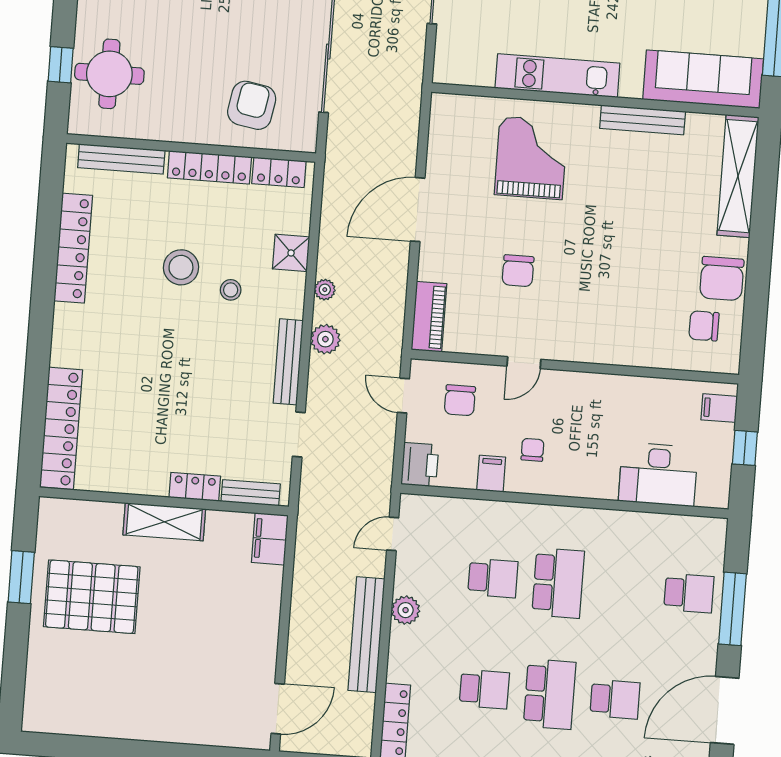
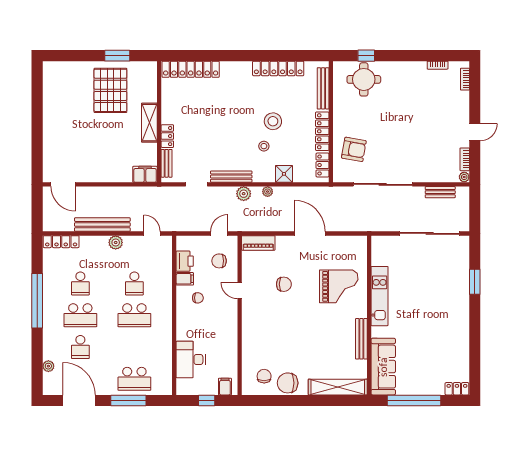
chair: (518, 271) -> (284, 284), turned 180
printer: (420, 465) -> (185, 261), moved, turned -90
school desk: (689, 593) -> (134, 379), width x1.85

